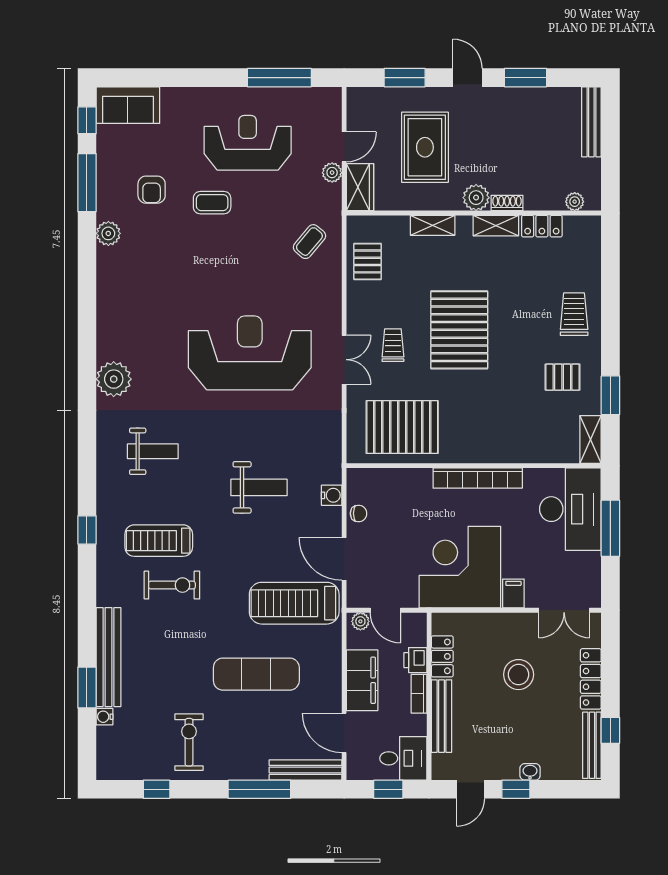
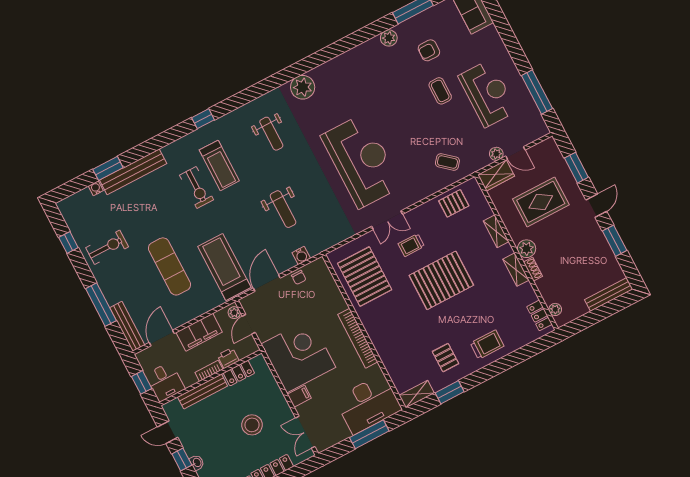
locker: (542, 226) -> (539, 315), moved
trolley: (393, 345) -> (411, 245), turned 180
treadmill: (159, 541) -> (219, 165), turned 180

